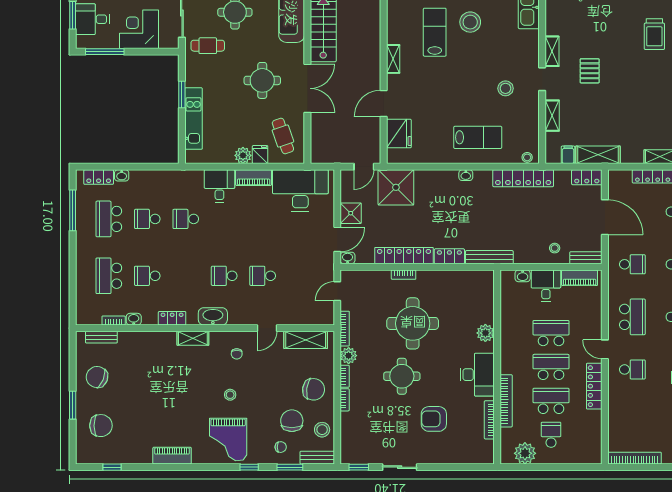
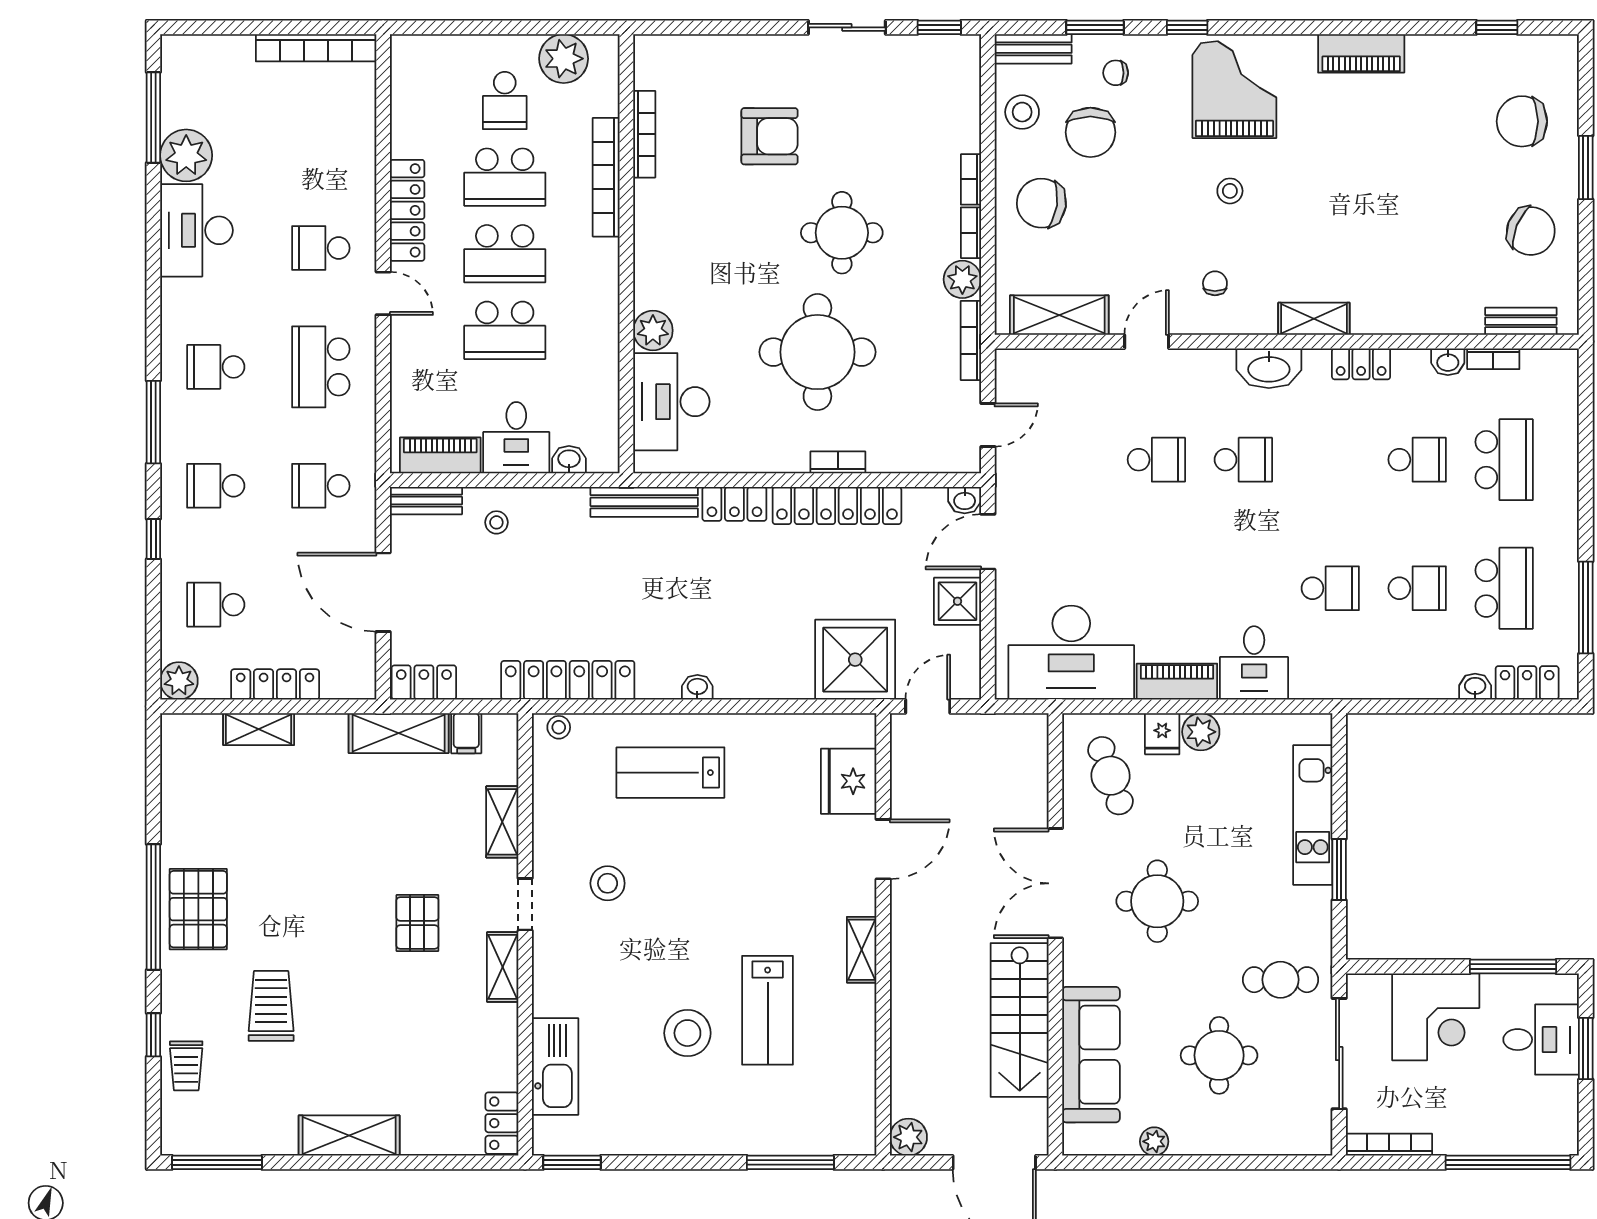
desk: (477, 375) -> (671, 402), moved

